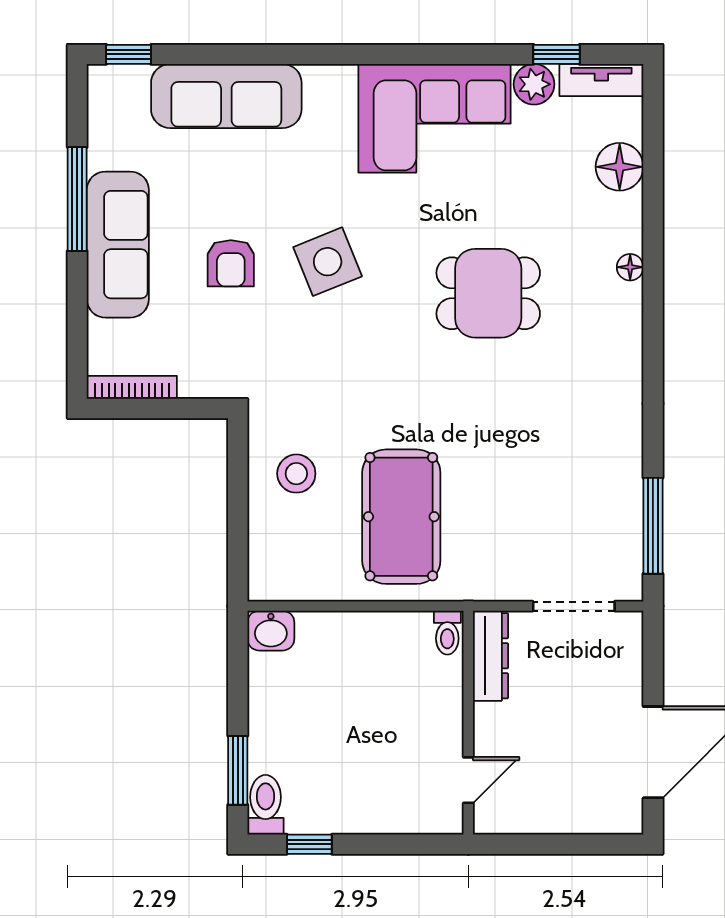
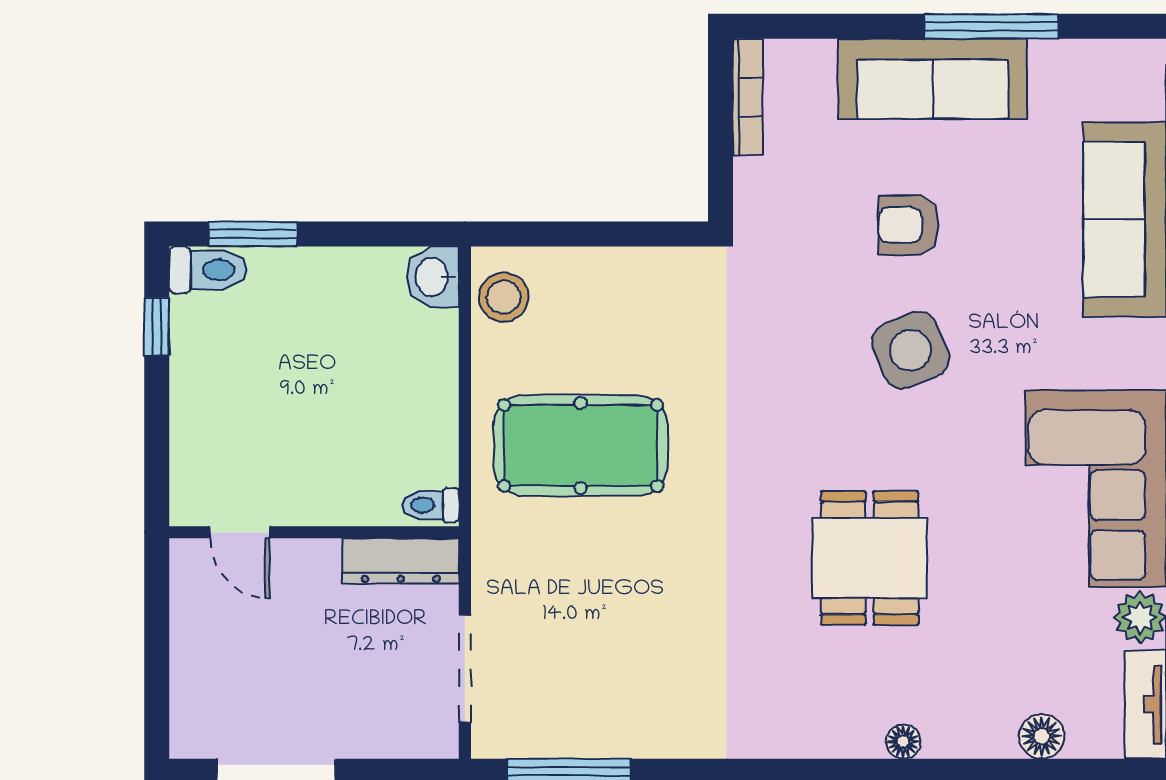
floor lamp: (620, 167) -> (1042, 736), width x0.73, depth x0.73
stool: (296, 474) -> (504, 297), moved

